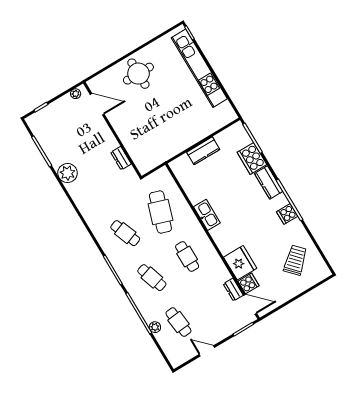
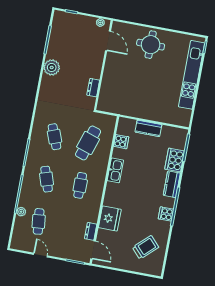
cooker: (248, 283) -> (121, 142), moved

